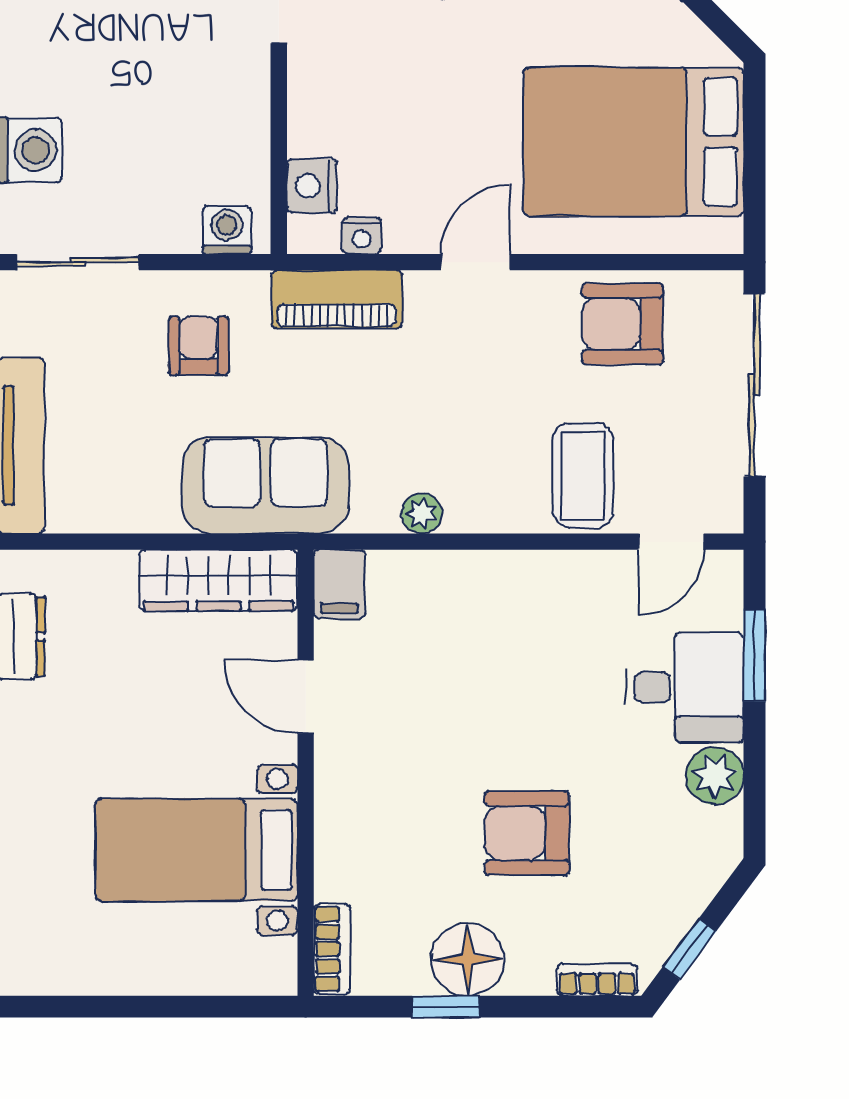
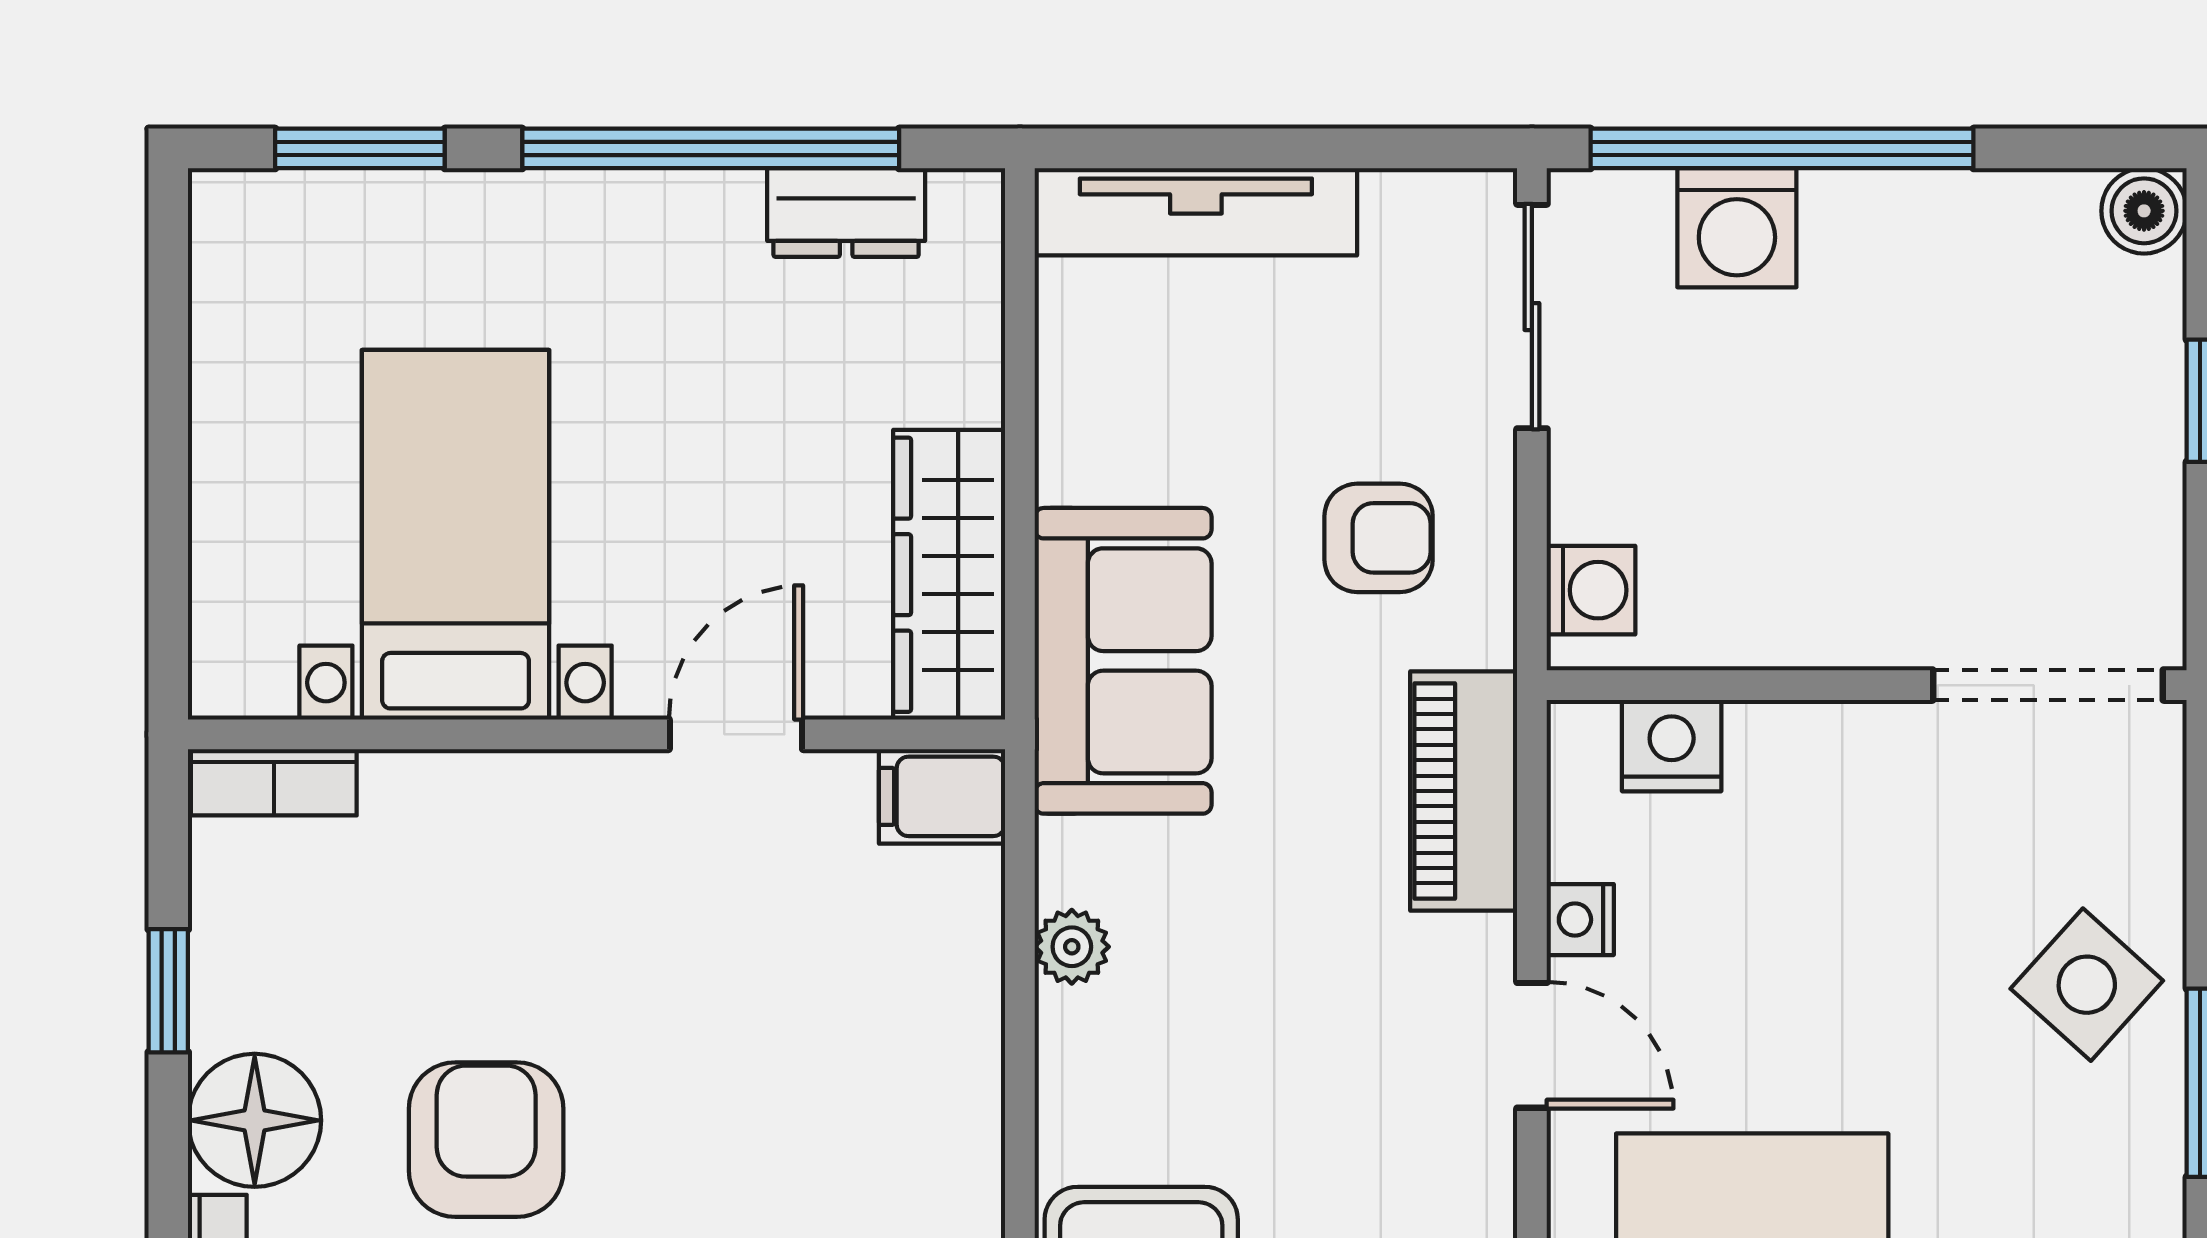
nightstand: (362, 236) -> (1580, 920), moved
floor lamp: (468, 960) -> (255, 1120), moved

